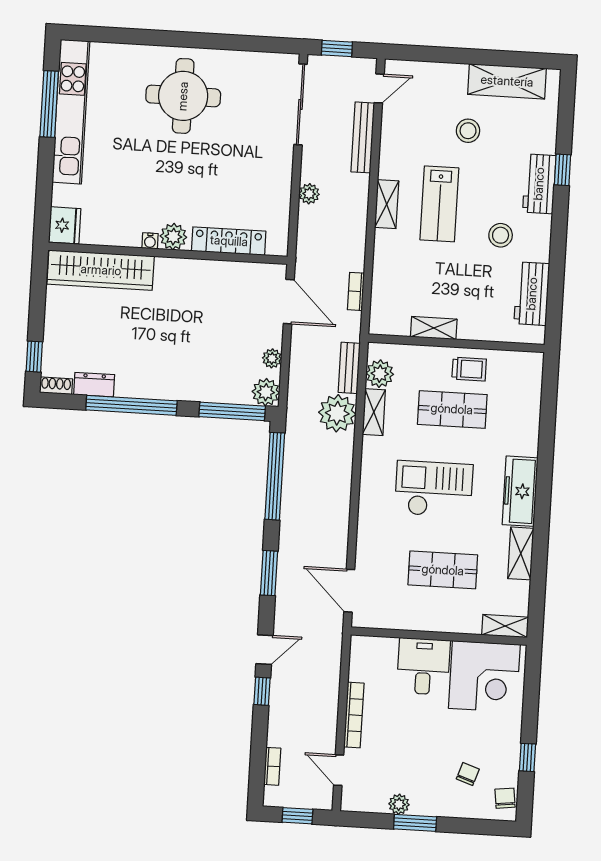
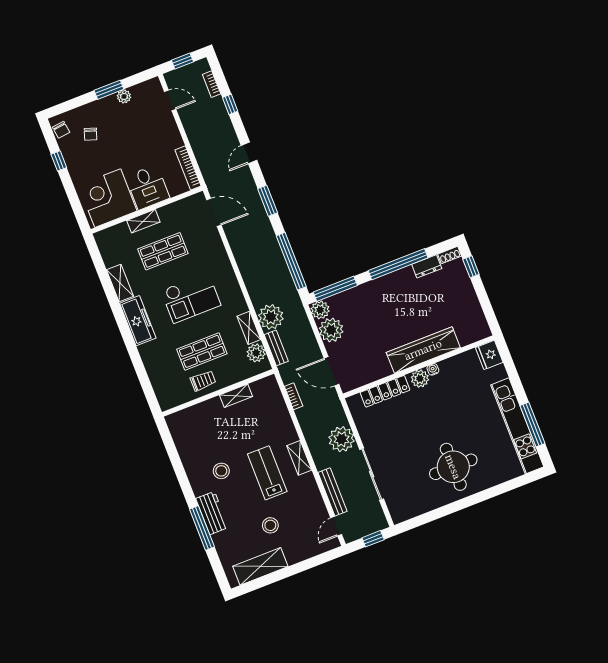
sliding door: (300, 104) -> (372, 474), moved
window: (562, 170) -> (202, 528), width x2.17
plant: (309, 194) -> (341, 439), width x1.88, depth x1.88
wardrobe: (101, 270) -> (423, 350), moved
workbench: (532, 294) -> (186, 444), removed
plant: (272, 358) -> (331, 330), width x1.87, depth x1.87
trolley: (469, 369) -> (203, 381), turned 180
shelving: (505, 626) -> (143, 221), moved
window: (262, 691) -> (230, 104), moved
bookcase: (354, 715) -> (188, 168), moved

